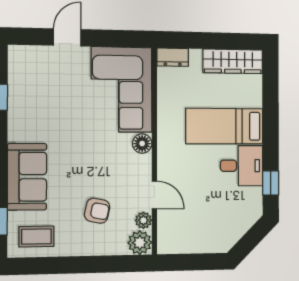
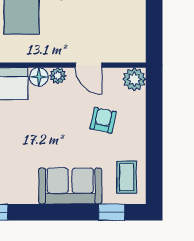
door: (154, 195) -> (89, 65), swing flipped
plant: (143, 220) -> (58, 76), moved

